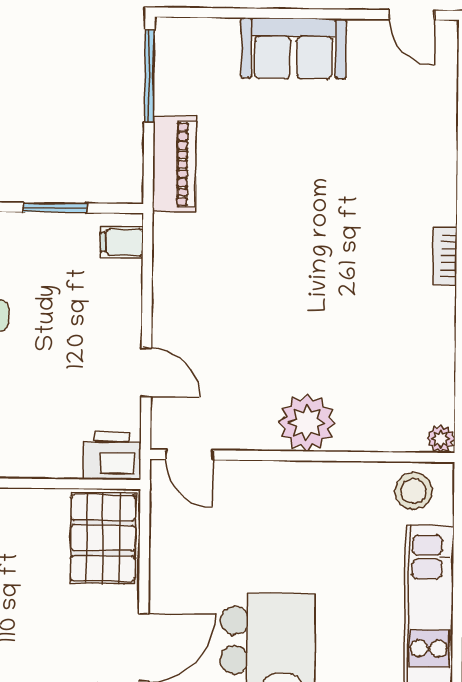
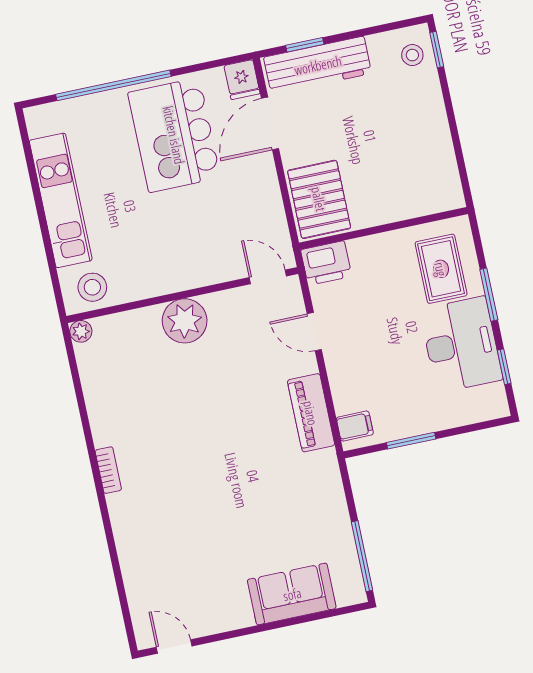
sofa: (293, 48) -> (292, 594), moved
piano: (174, 164) -> (311, 413), moved

